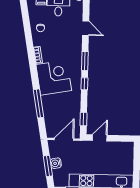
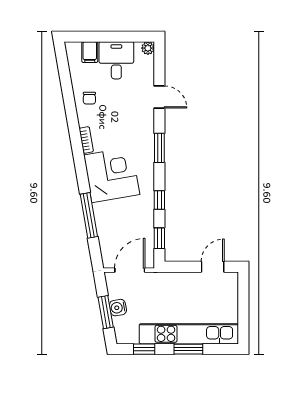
window: (84, 84) -> (159, 200), moved
door: (100, 138) -> (213, 267), moved

